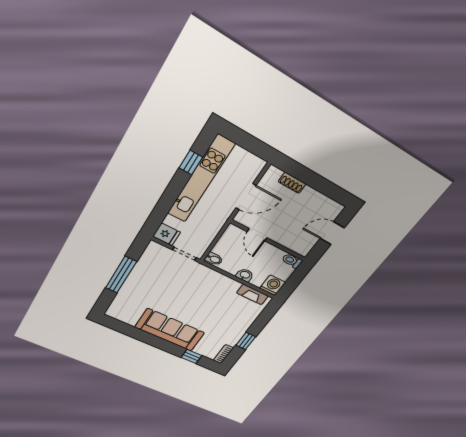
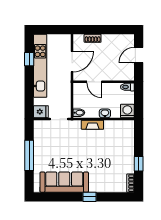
fireplace: (252, 294) -> (92, 125), moved
sofa: (170, 330) -> (64, 182), moved
window: (191, 356) -> (90, 197), moved

